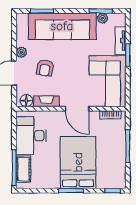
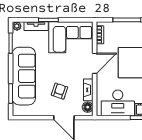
plant: (102, 18) -> (17, 26), moved
plant: (21, 52) -> (46, 111), removed
armchair: (45, 68) -> (60, 91), turned -82

